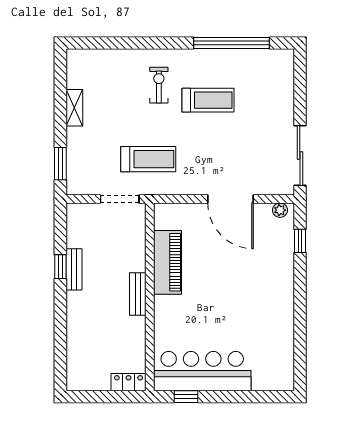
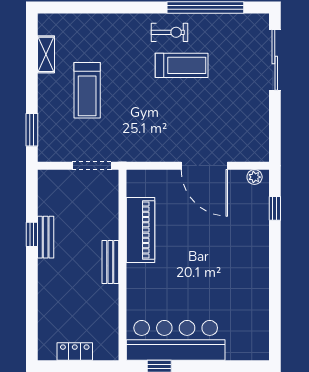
exercise bike: (159, 85) -> (170, 32), moved, turned 90
shelving: (74, 108) -> (46, 54), moved
sliding door: (300, 155) -> (275, 60), moved
treadmill: (148, 159) -> (87, 90), moved, turned 90
locker: (129, 382) -> (75, 352), moved

